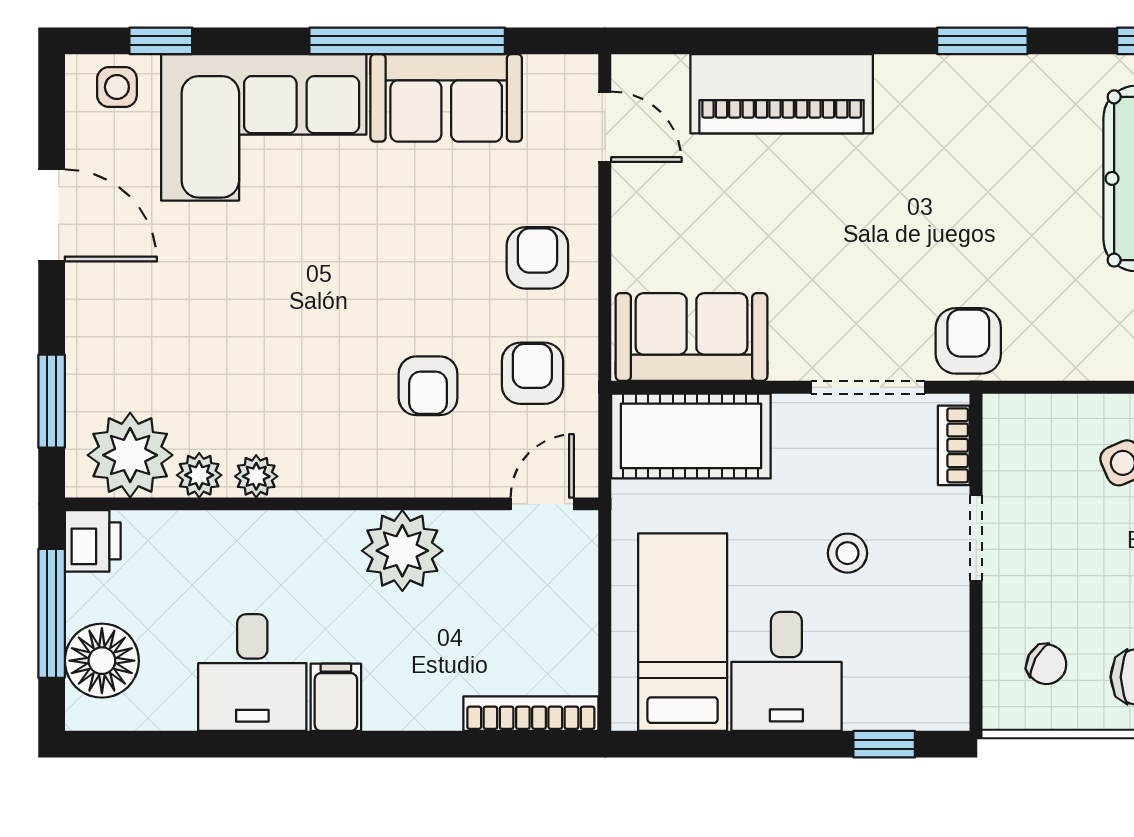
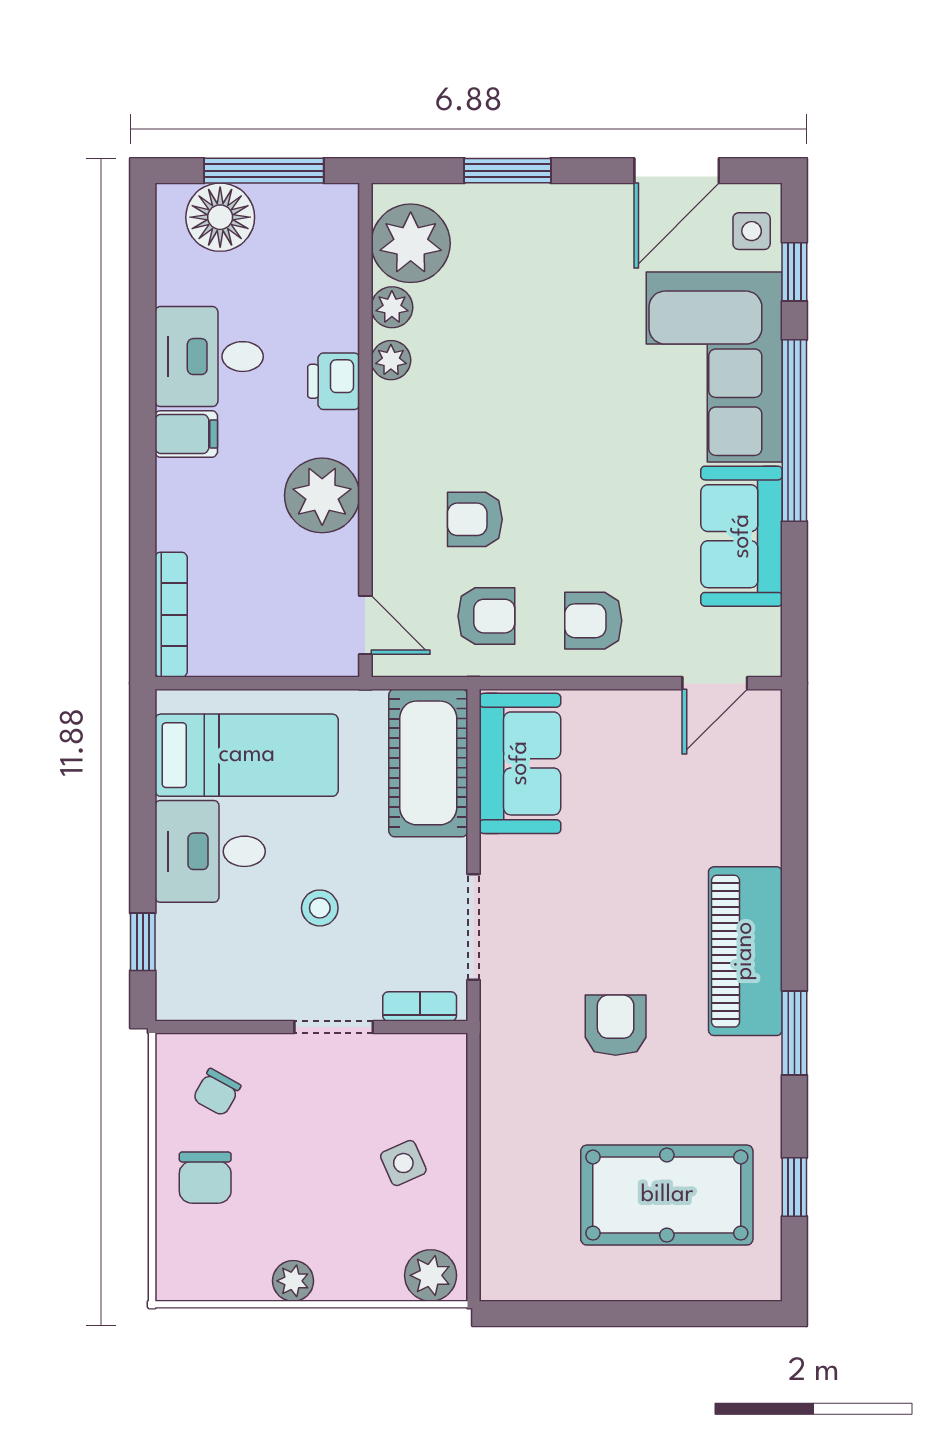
window: (407, 41) -> (794, 431), moved
piano: (782, 94) -> (745, 951), moved
door: (52, 215) -> (677, 171), moved
armchair: (537, 258) -> (593, 621), turned 180
armchair: (968, 341) -> (616, 1025), moved, turned -90
window: (52, 401) -> (507, 171), moved
printer: (93, 541) -> (334, 381), moved, turned 90

